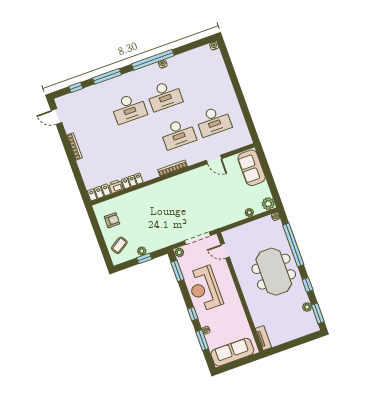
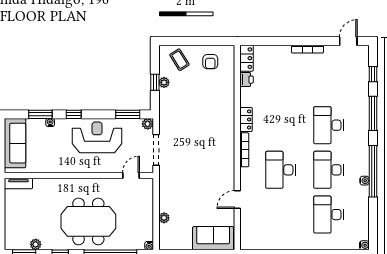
desk: (214, 121) -> (328, 215), moved
locker: (132, 181) -> (246, 119), moved
plant: (268, 204) -> (166, 242), removed

